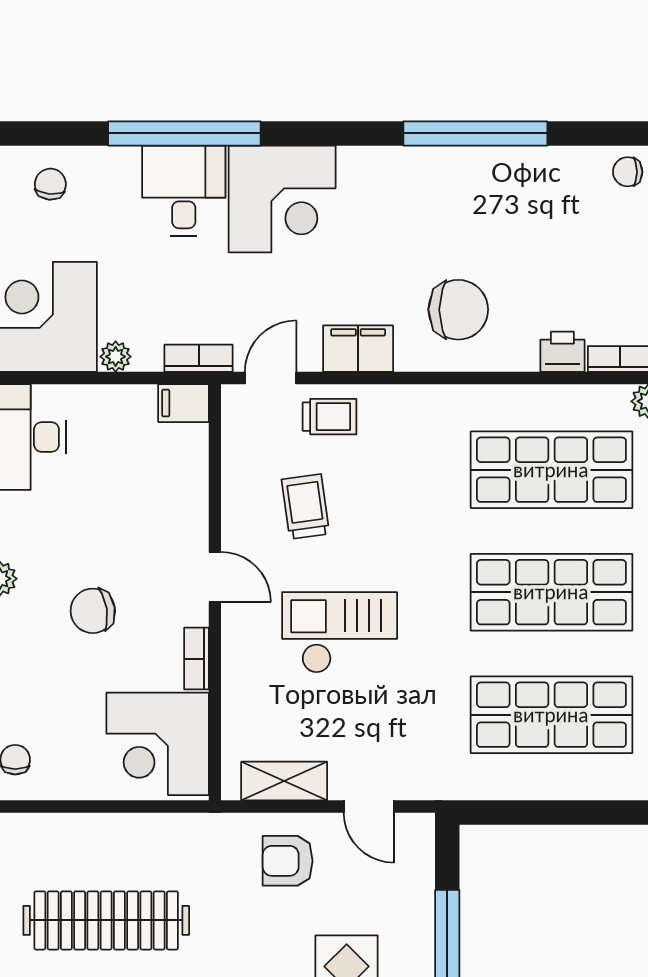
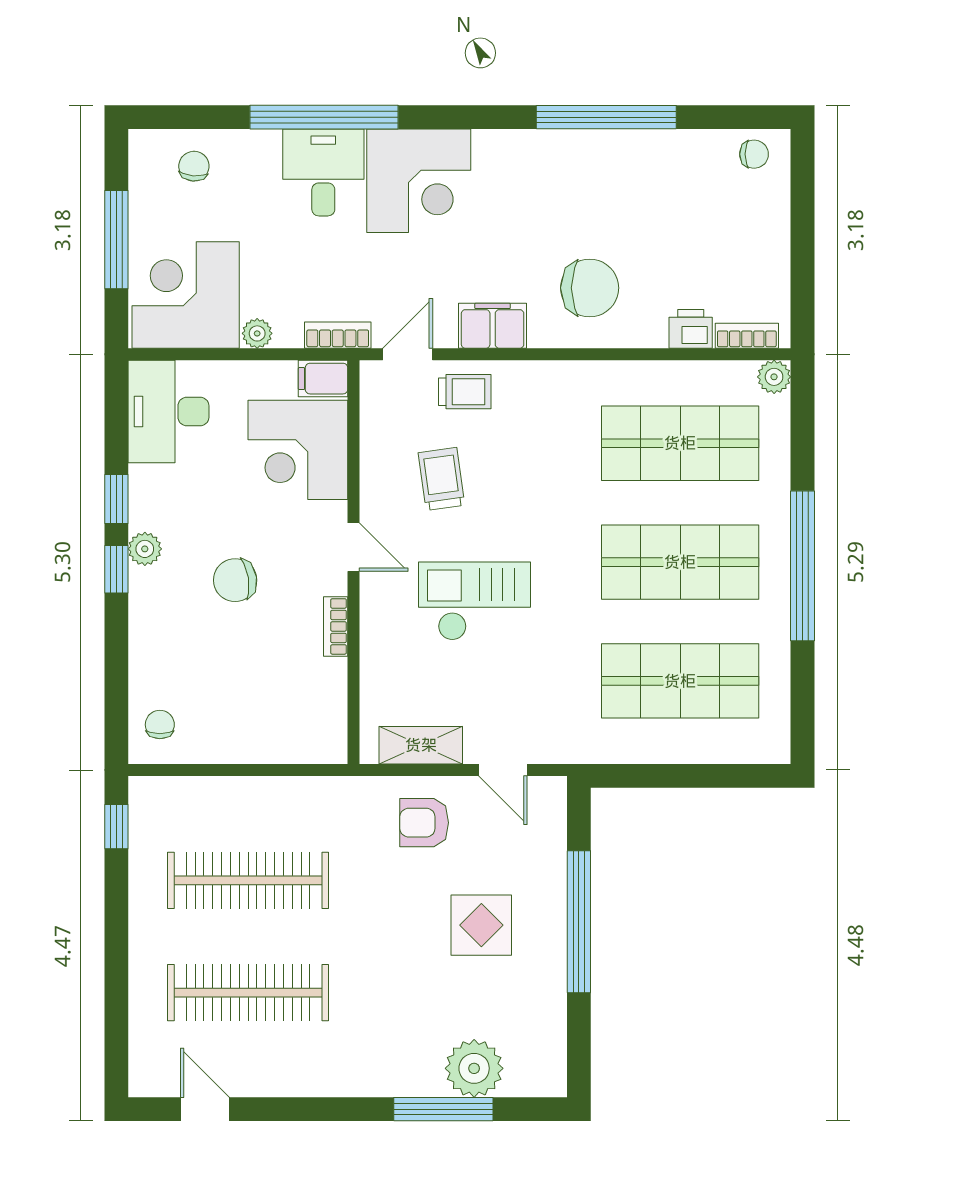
chair: (628, 172) -> (754, 154), turned 180
corner desk: (158, 744) -> (298, 450), moved

